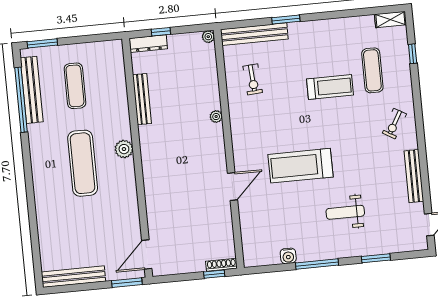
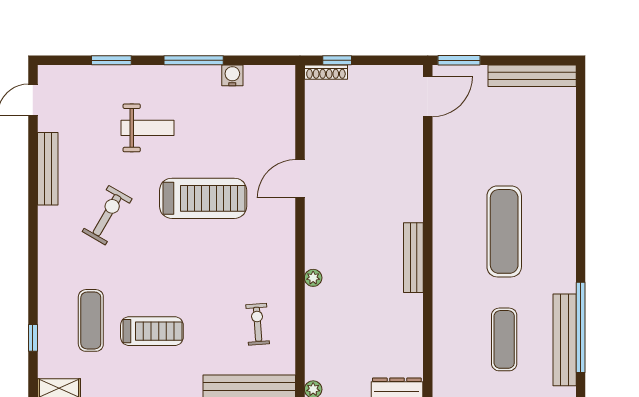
treadmill: (330, 87) -> (152, 331), moved, turned 180
bench: (142, 99) -> (413, 258), moved
exercise bike: (394, 124) -> (107, 215), moved, width x1.38, depth x1.39
plant: (124, 149) -> (445, 245), removed

